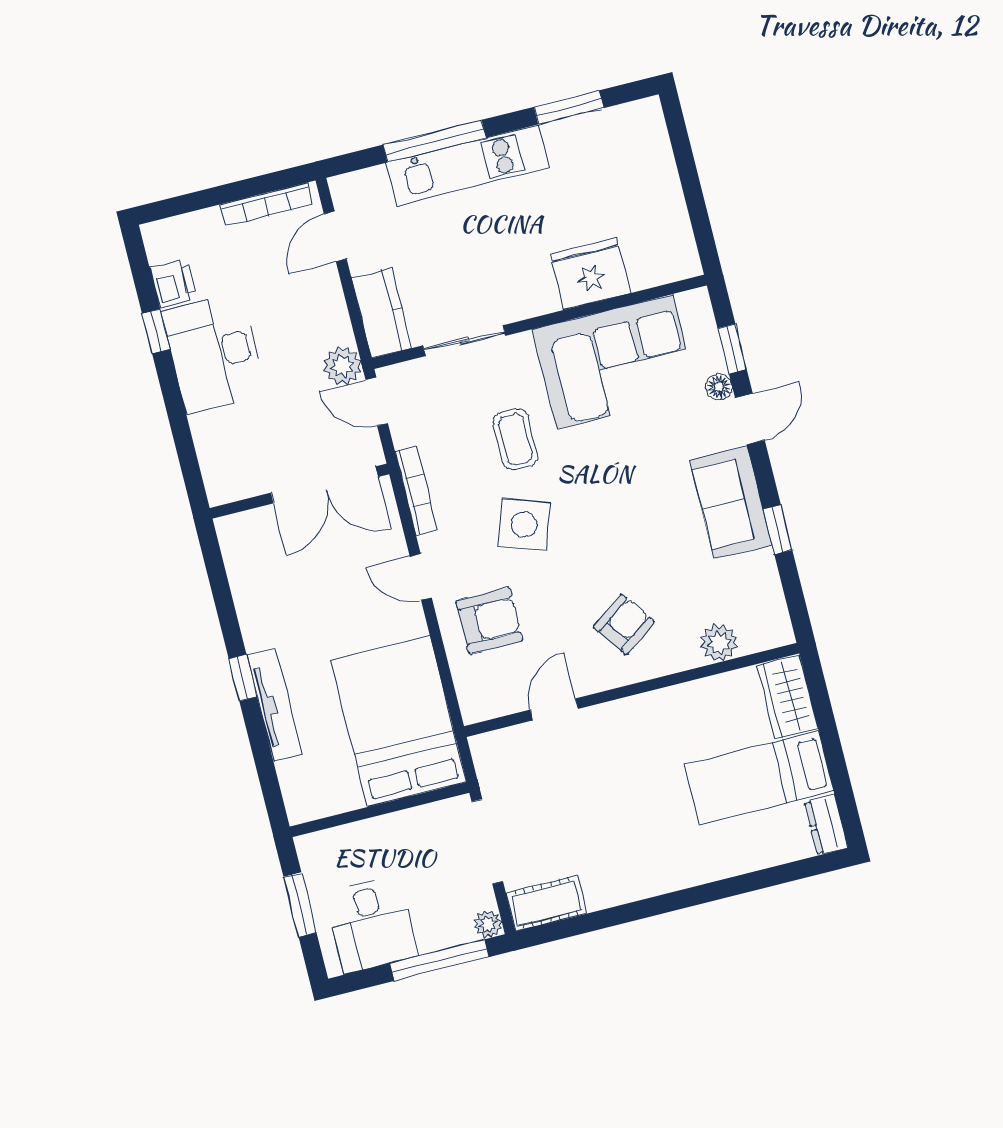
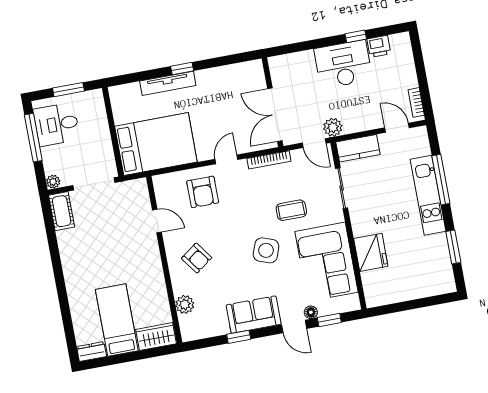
bookcase: (266, 205) -> (416, 102), width x0.64
door: (377, 402) -> (314, 143), swing flipped
side table: (524, 525) -> (266, 250), moved
window: (439, 960) -> (33, 138), moved

